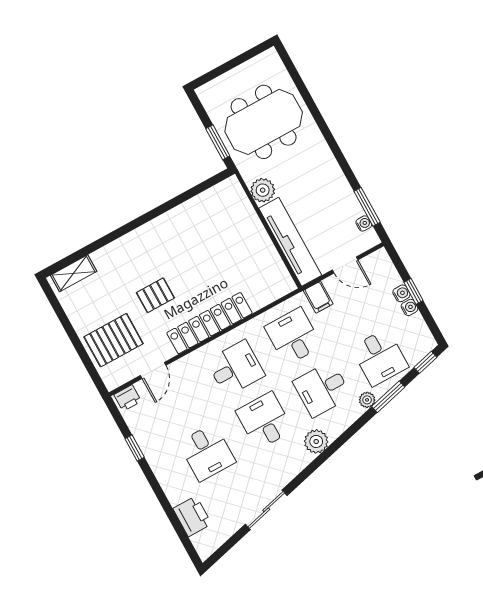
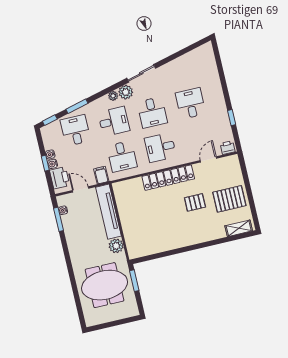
pallet: (114, 340) -> (229, 199), moved
plant: (367, 400) -> (113, 96), moved
sliding door: (266, 510) -> (141, 73), moved
printer: (192, 516) -> (60, 178), moved, turned 180

